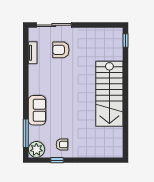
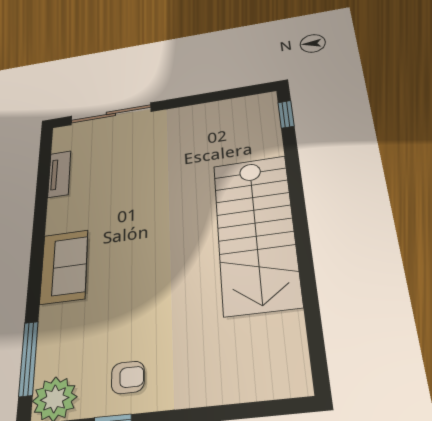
armchair: (61, 50) -> (127, 158), removed
sofa: (37, 110) -> (64, 267), moved

